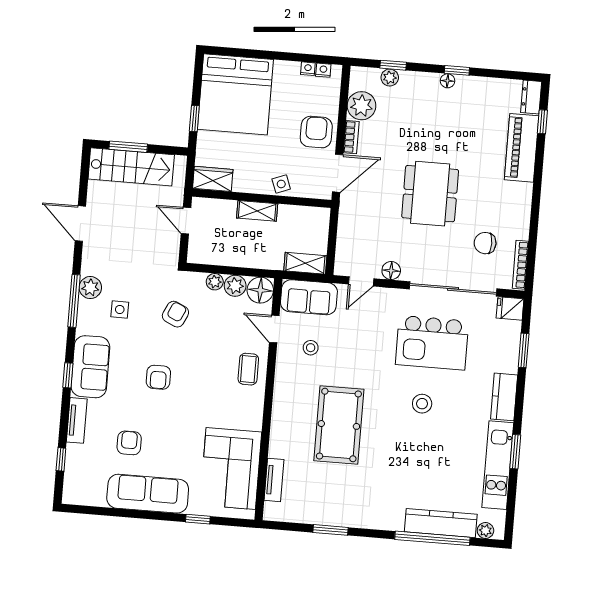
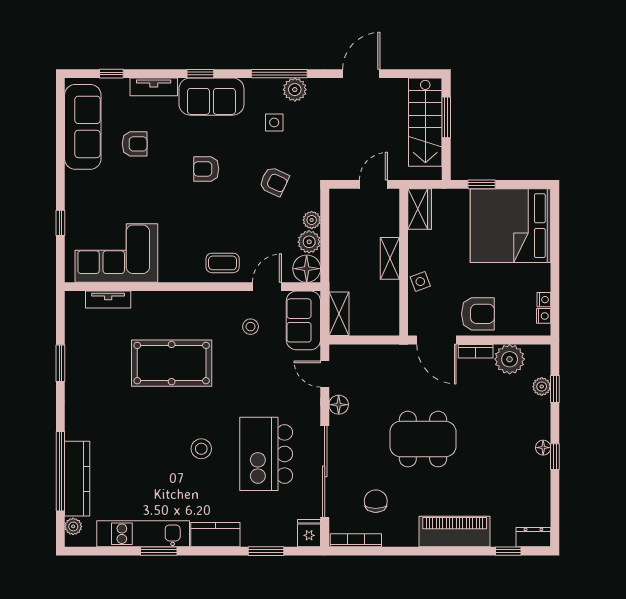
piano: (522, 148) -> (455, 531), moved
sofa: (148, 494) -> (83, 127), moved

